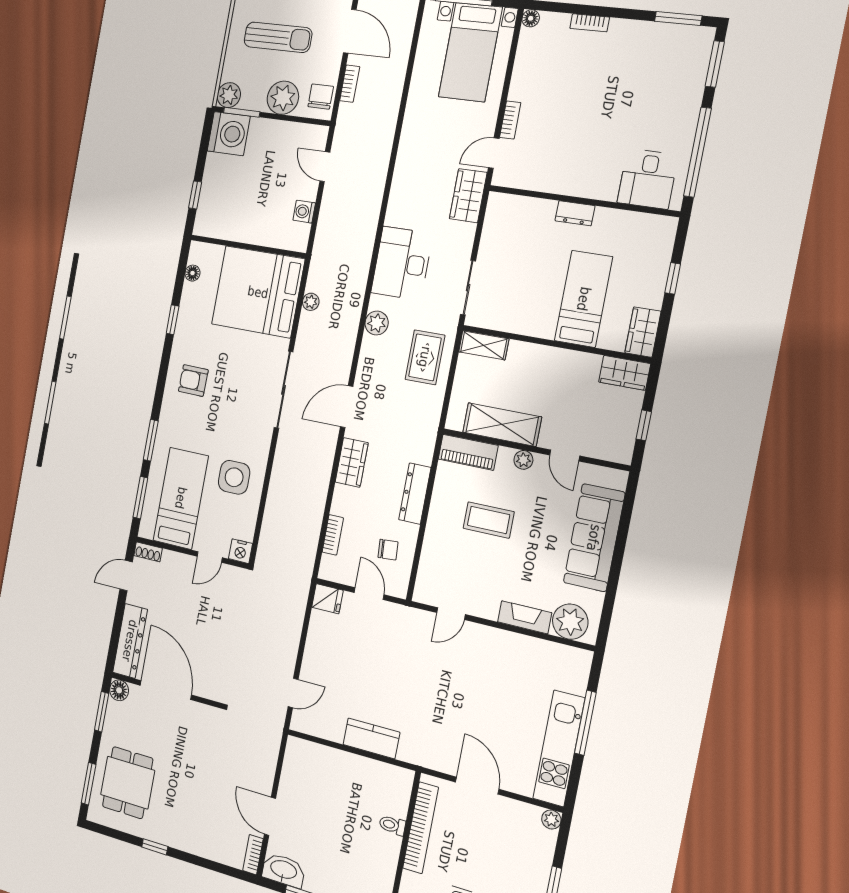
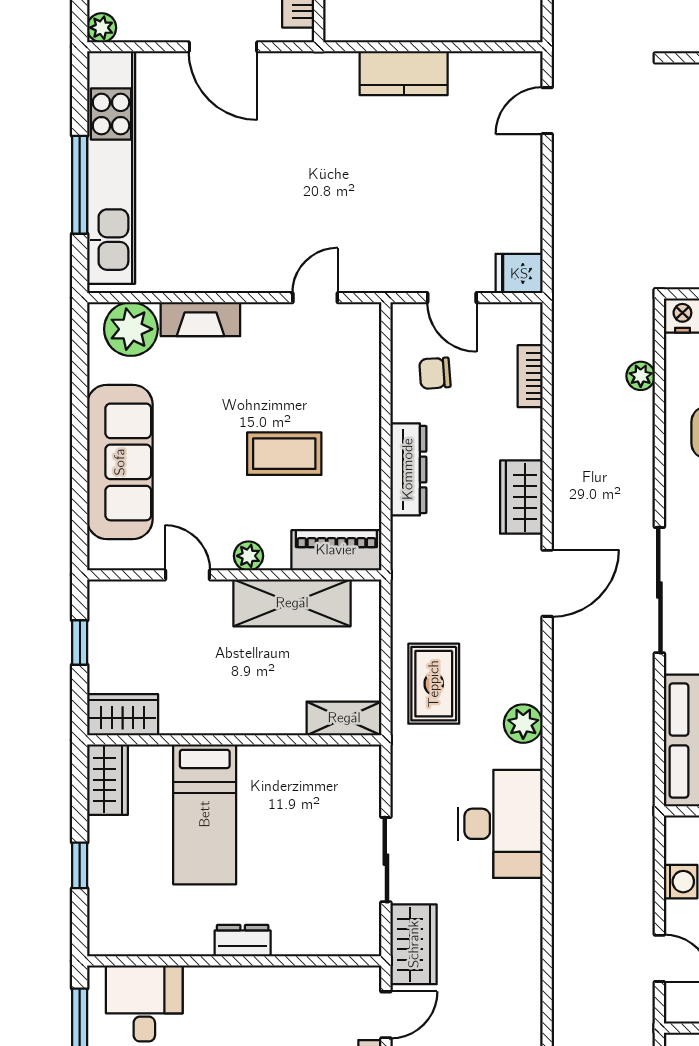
sliding door: (468, 288) -> (386, 860), moved
plant: (311, 302) -> (641, 376), moved
kitchen unit: (559, 748) -> (111, 168), width x1.36

